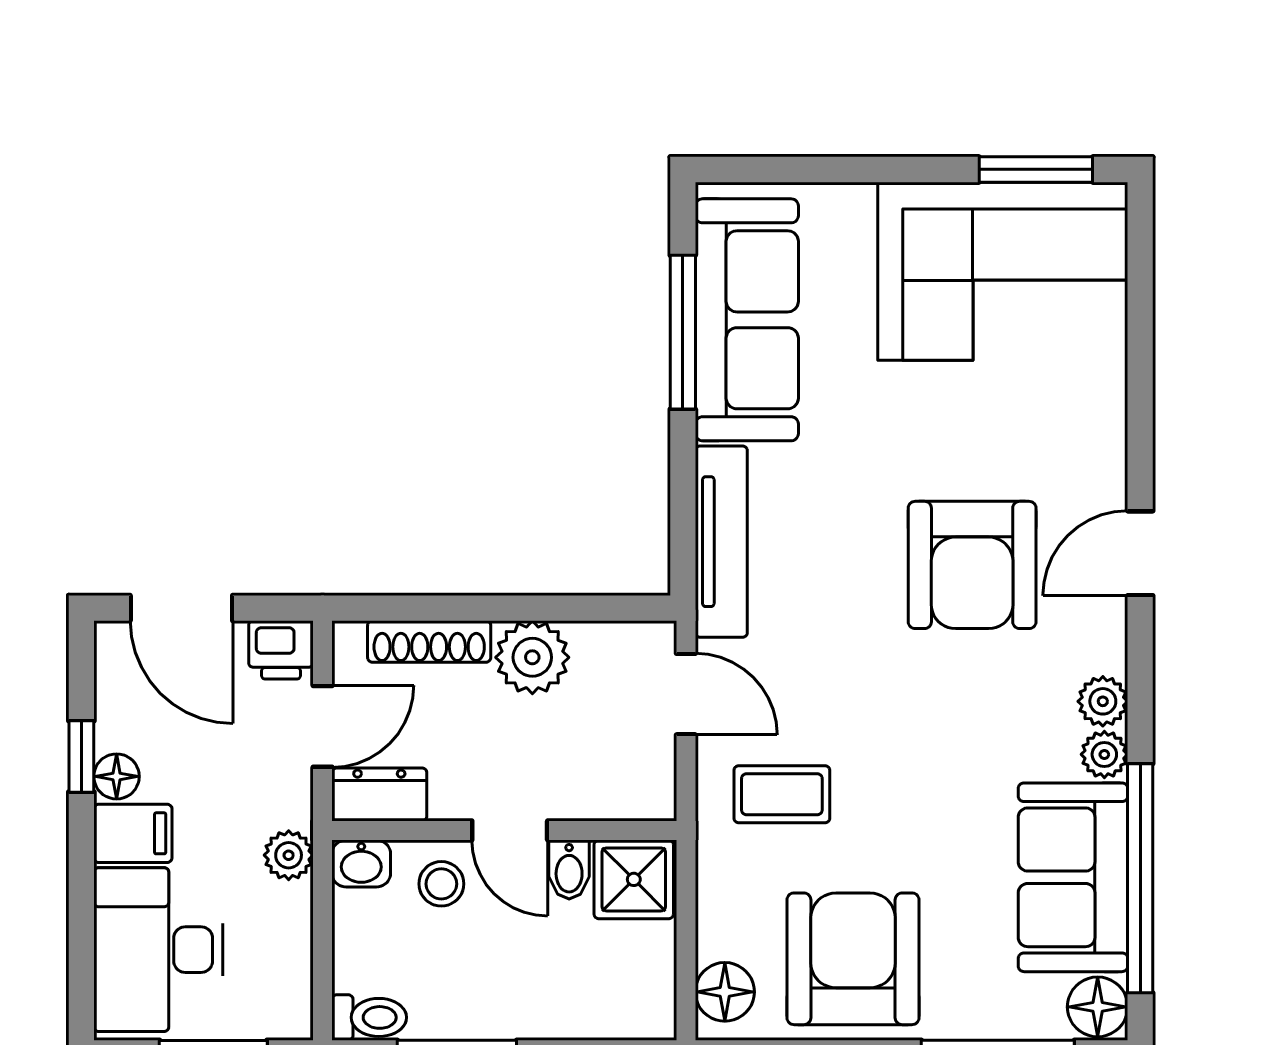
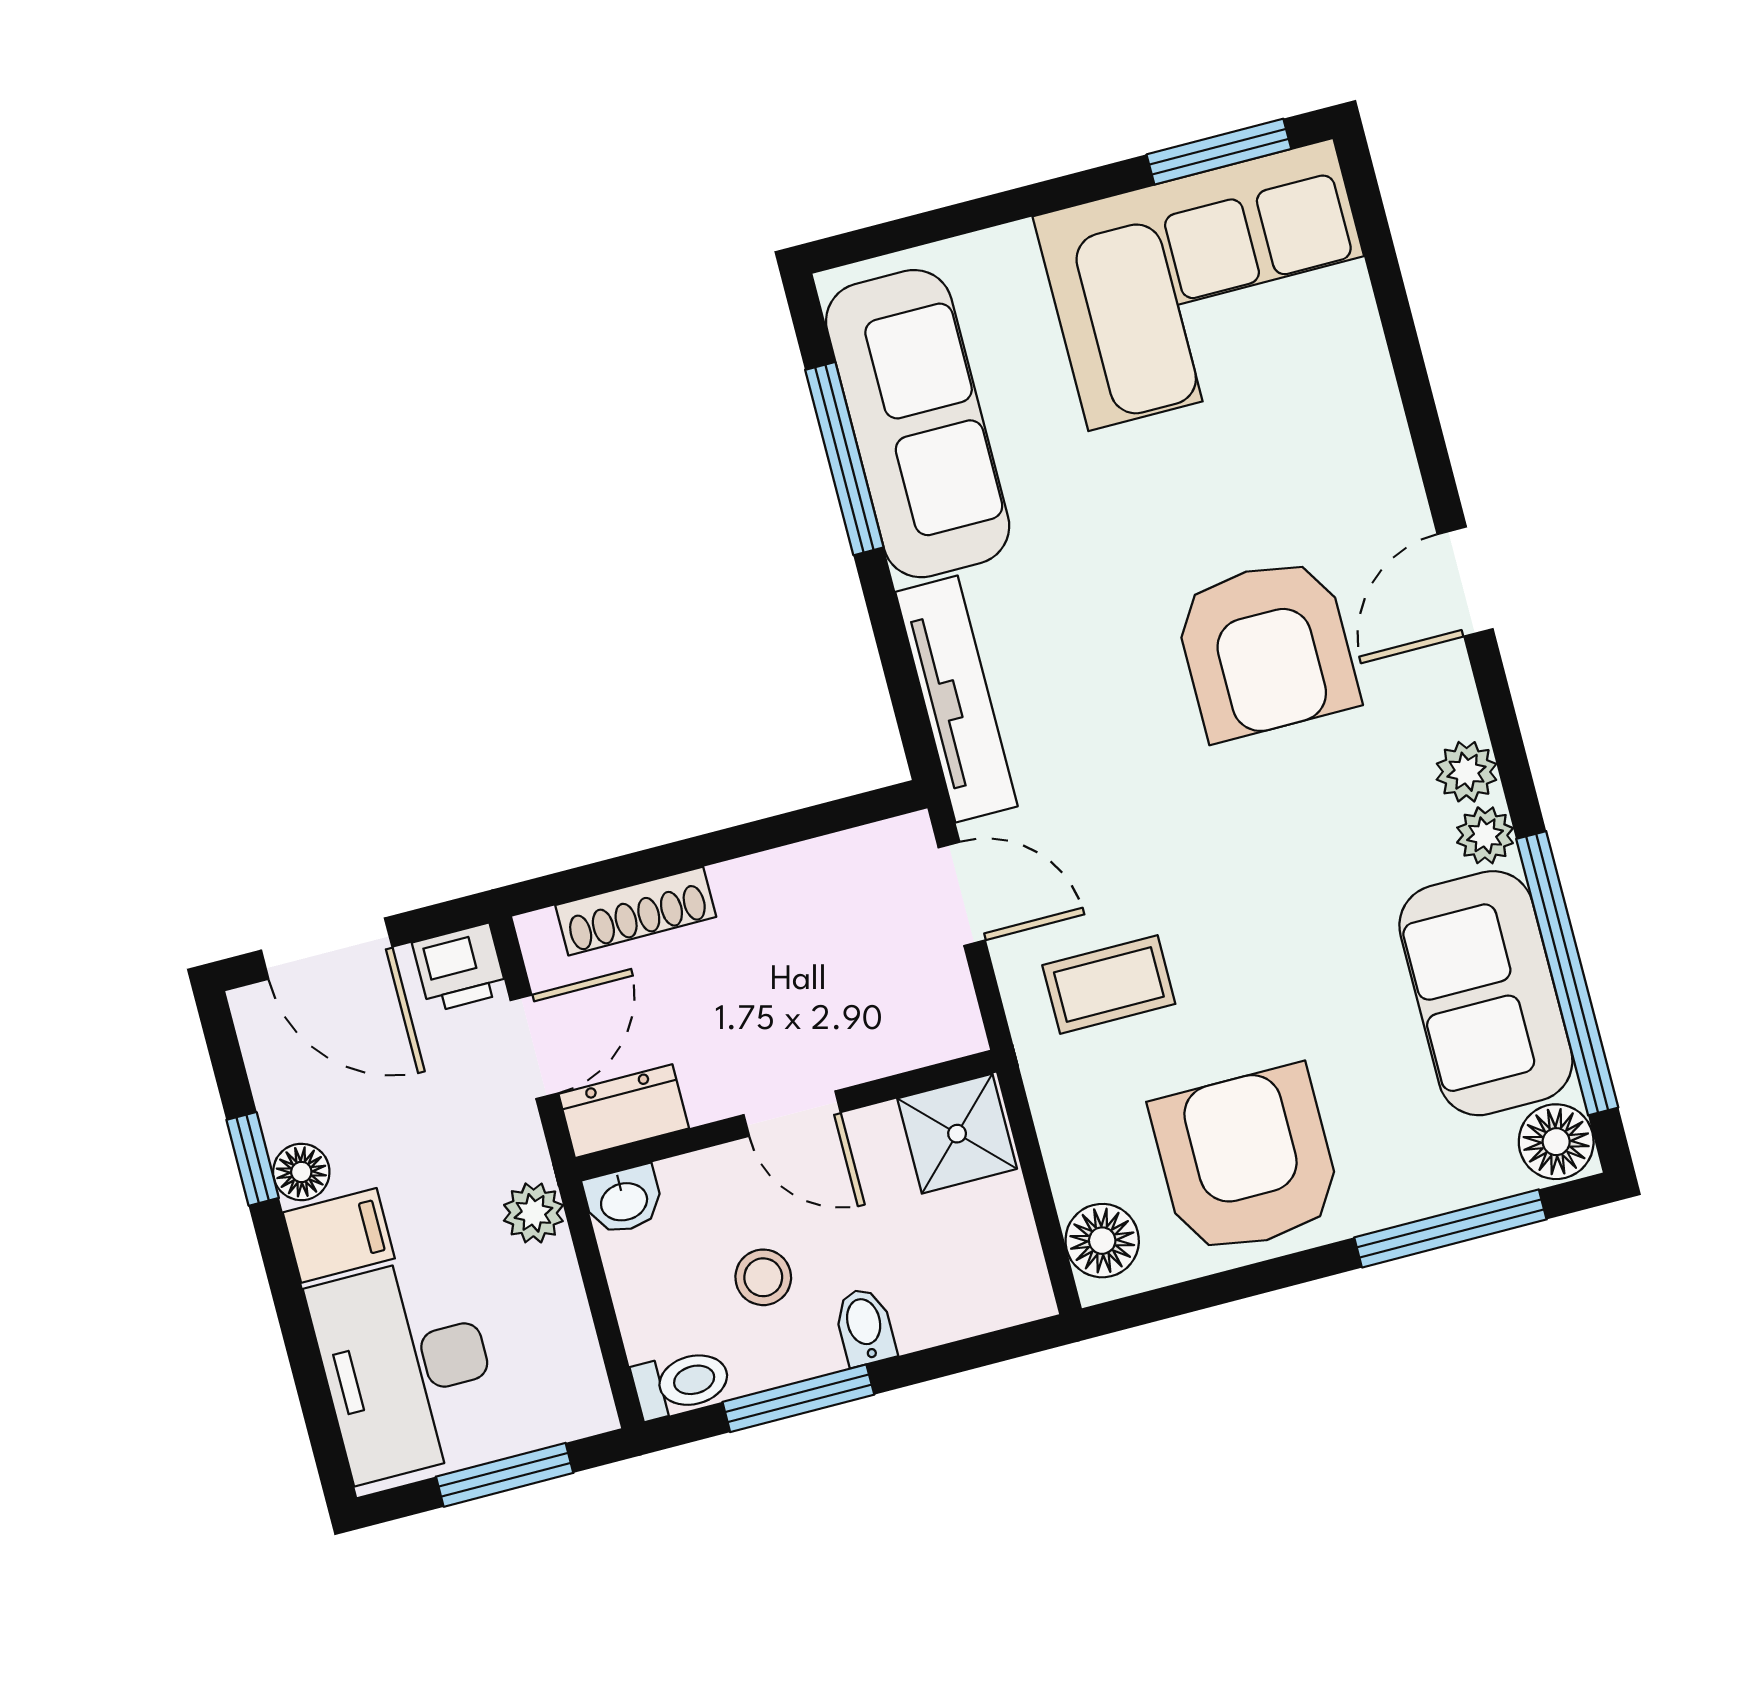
plant: (532, 657) -> (765, 898), removed
bidet: (569, 869) -> (865, 1327), moved, turned 180
stool: (441, 884) -> (763, 1277), moved

